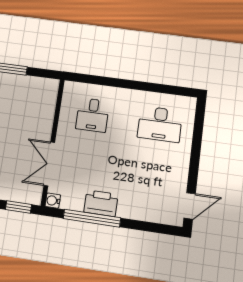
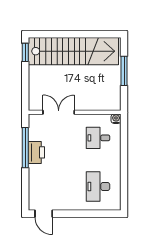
water cooler: (53, 201) -> (116, 119), moved
window: (18, 207) -> (25, 95), removed

